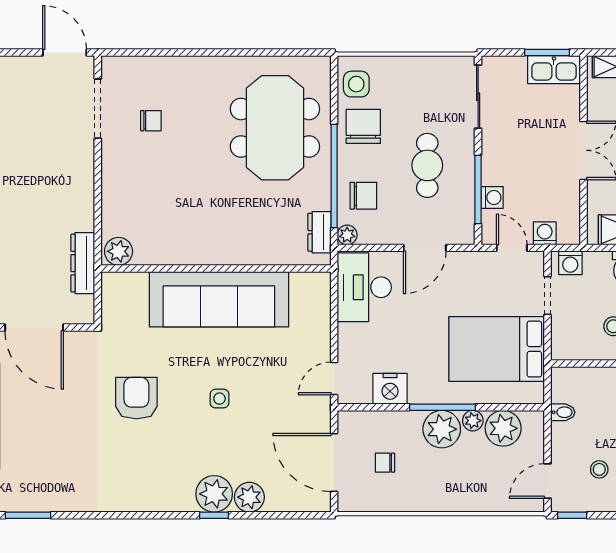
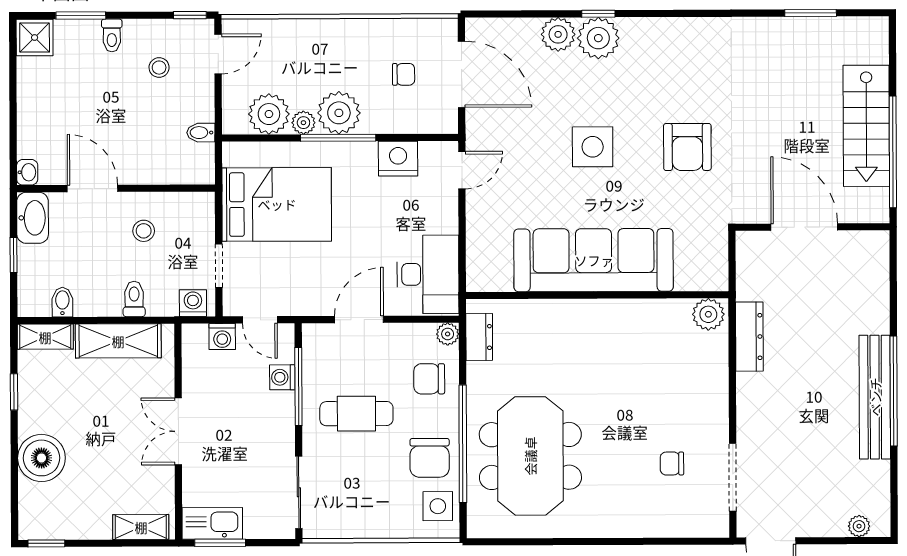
cafe table: (427, 165) -> (356, 414), turned 90
window: (334, 176) -> (463, 444), moved
dresser: (83, 263) -> (749, 337), moved
side table: (219, 399) -> (593, 147), width x1.87, depth x1.87

